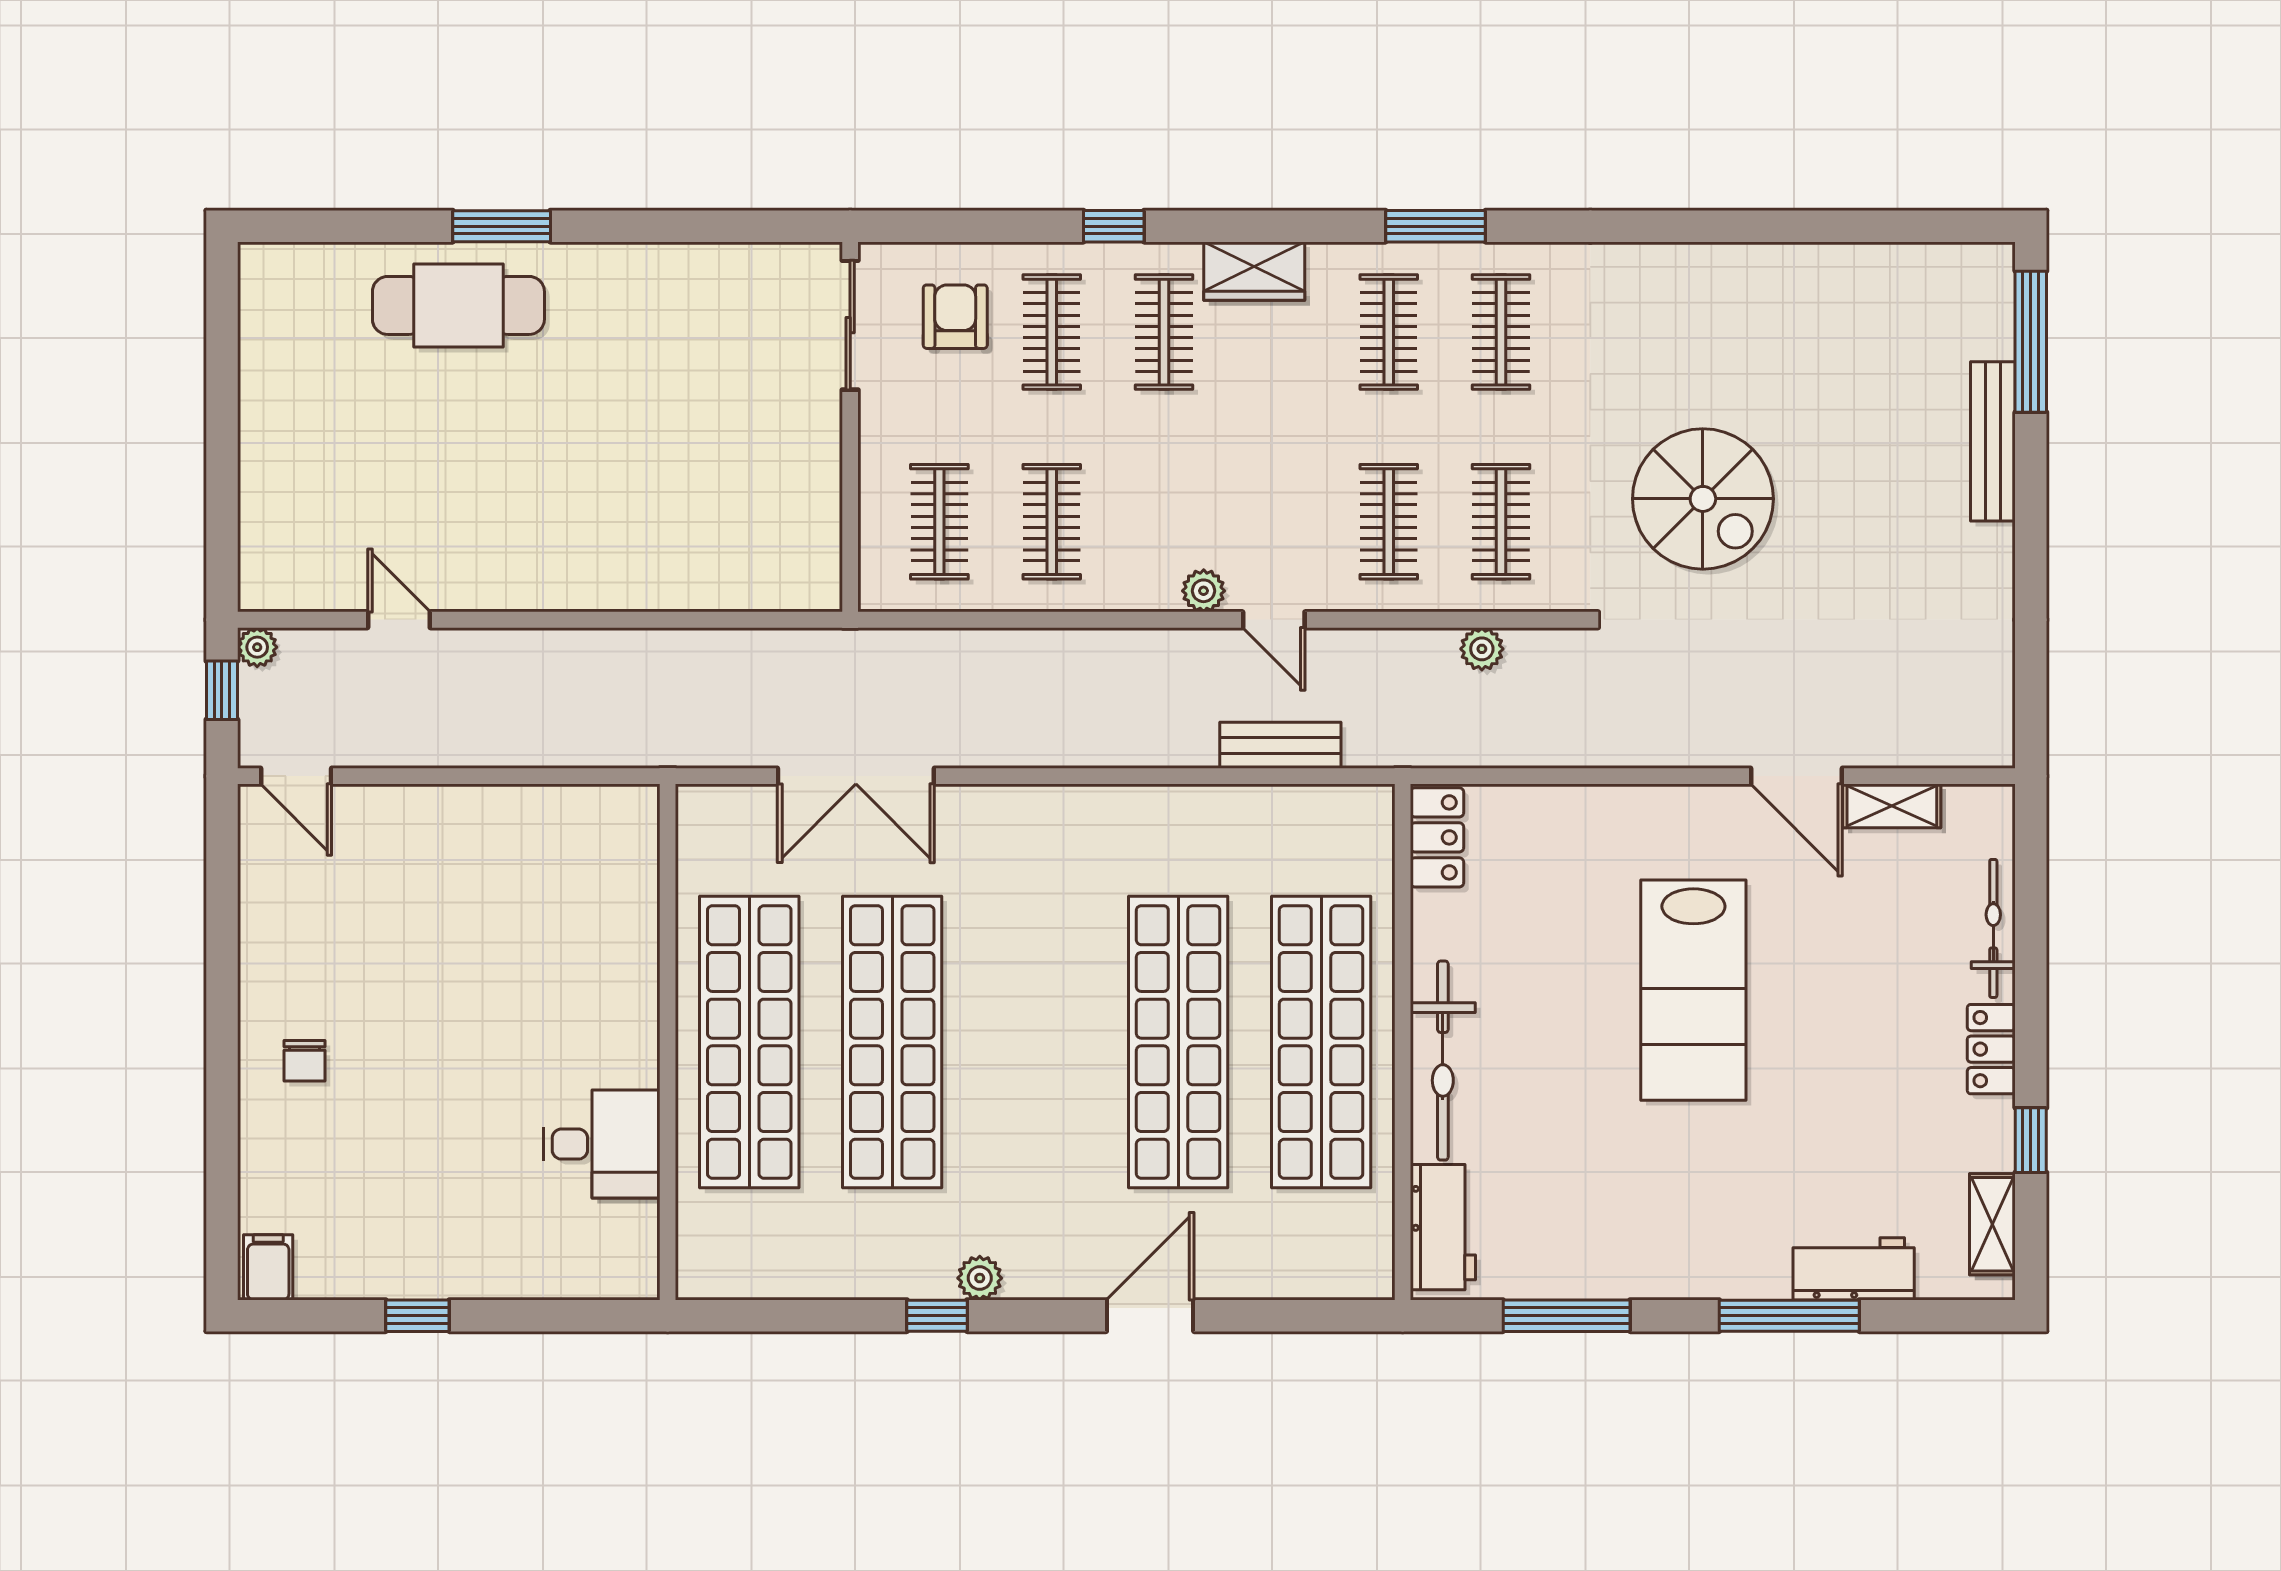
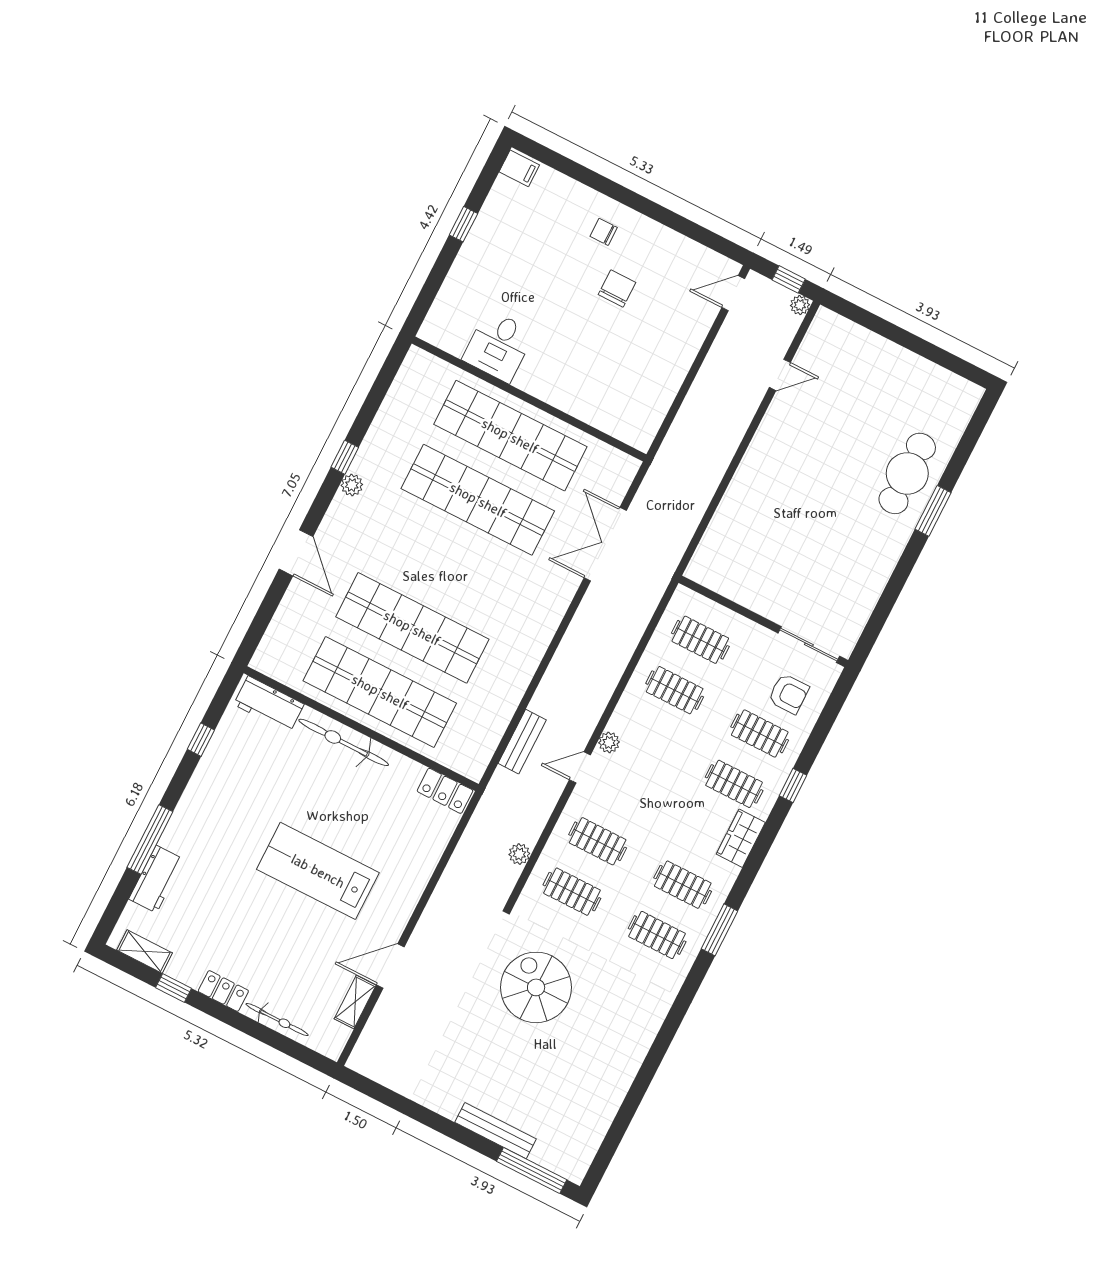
spiral stairs: (1703, 499) -> (536, 987), turned 90
chair: (393, 986) -> (617, 288), added
window: (1567, 1316) -> (201, 740), width x0.46

